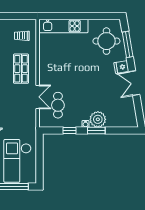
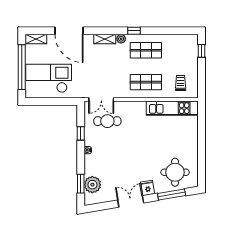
kitchen unit: (63, 26) -> (172, 108), moved, turned -90
double door: (38, 97) -> (101, 100), moved
plant: (98, 119) -> (92, 185), moved
window: (96, 131) -> (81, 184), moved

